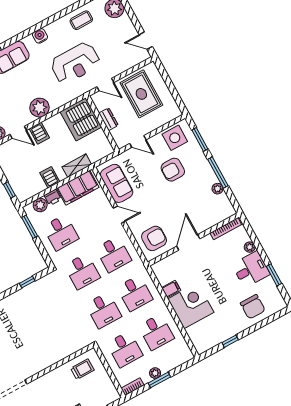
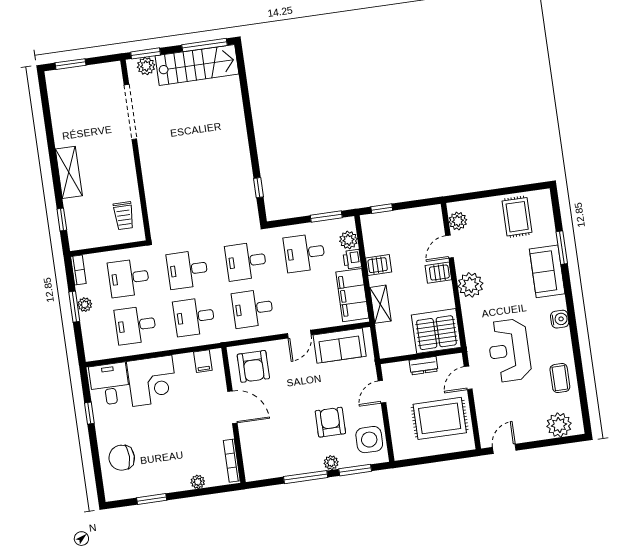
plant: (218, 189) -> (331, 463), moved
desk: (251, 269) -> (110, 384), moved, turned 180
filing cabinet: (171, 289) -> (203, 361), moved

